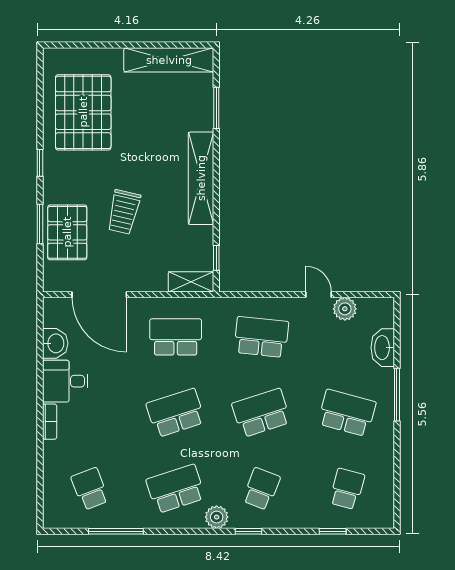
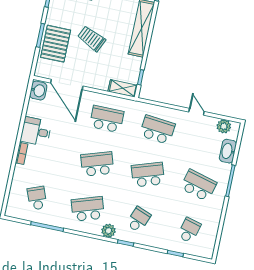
trolley: (124, 212) -> (92, 39), turned 102
plant: (345, 309) -> (224, 126), moved
washbasin: (55, 343) -> (38, 91), moved

